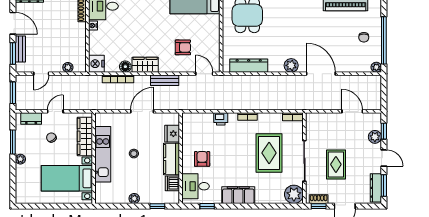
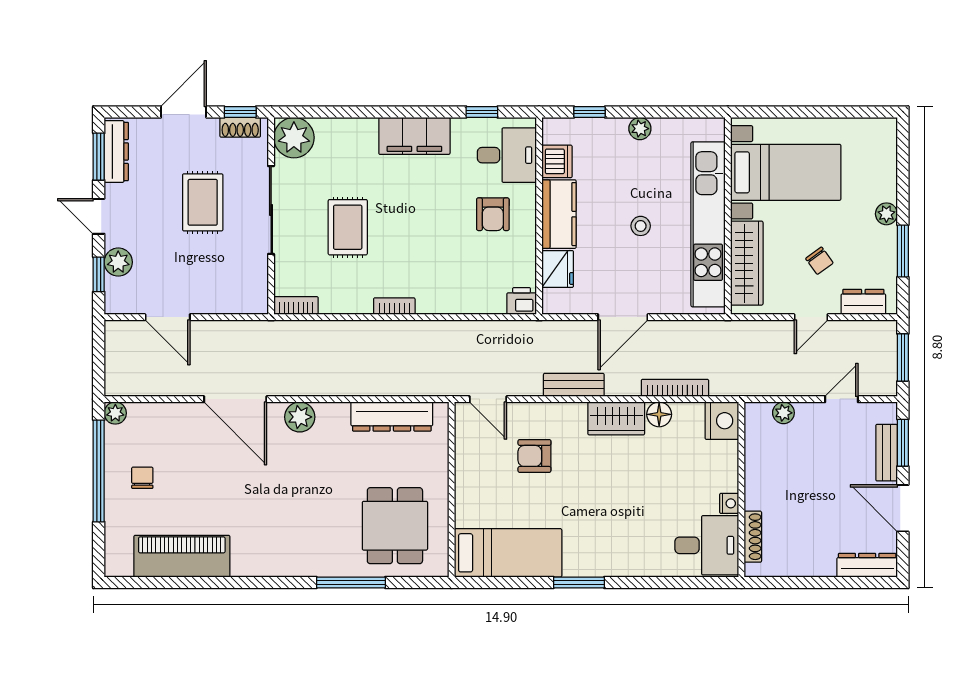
printer: (221, 119) -> (522, 301), moved
rug: (269, 153) -> (348, 227), width x0.73, depth x0.70
kitchen unit: (103, 154) -> (708, 224), width x1.36

